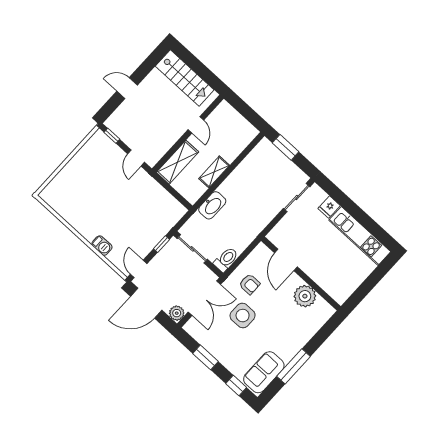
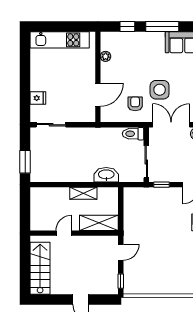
kitchen unit: (360, 236) -> (60, 40), moved, turned 90
plant: (305, 296) -> (106, 56), width x0.53, depth x0.53
window: (320, 337) -> (127, 27), added

